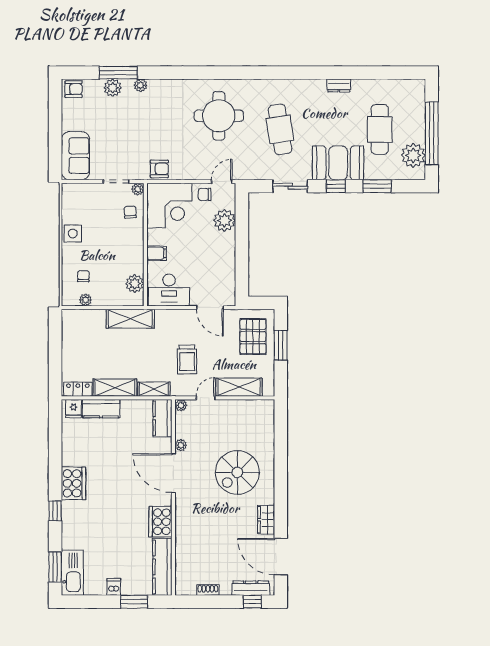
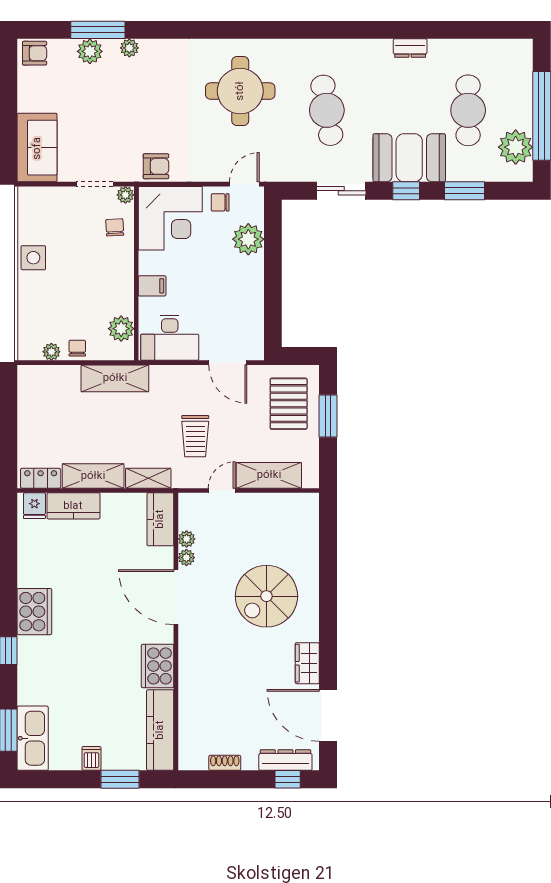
chair: (83, 276) -> (77, 348), moved
plant: (181, 405) -> (187, 539), moved

